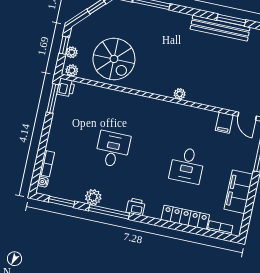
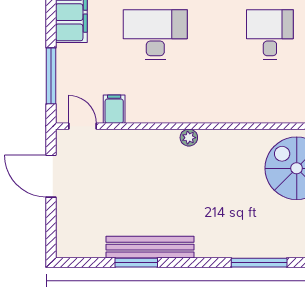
desk: (113, 149) -> (270, 35), turned 180
desk: (187, 165) -> (155, 35), width x1.37

